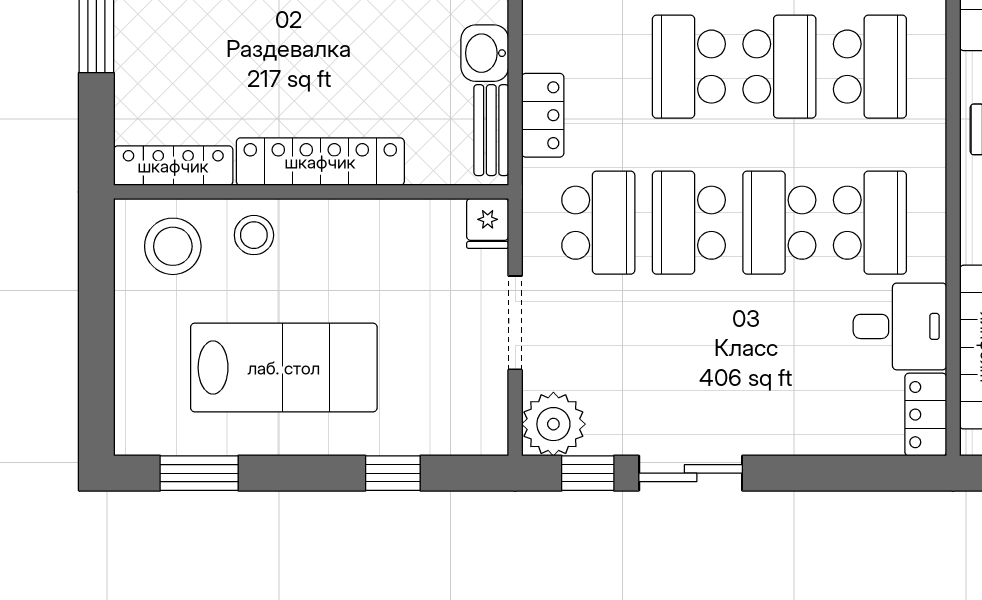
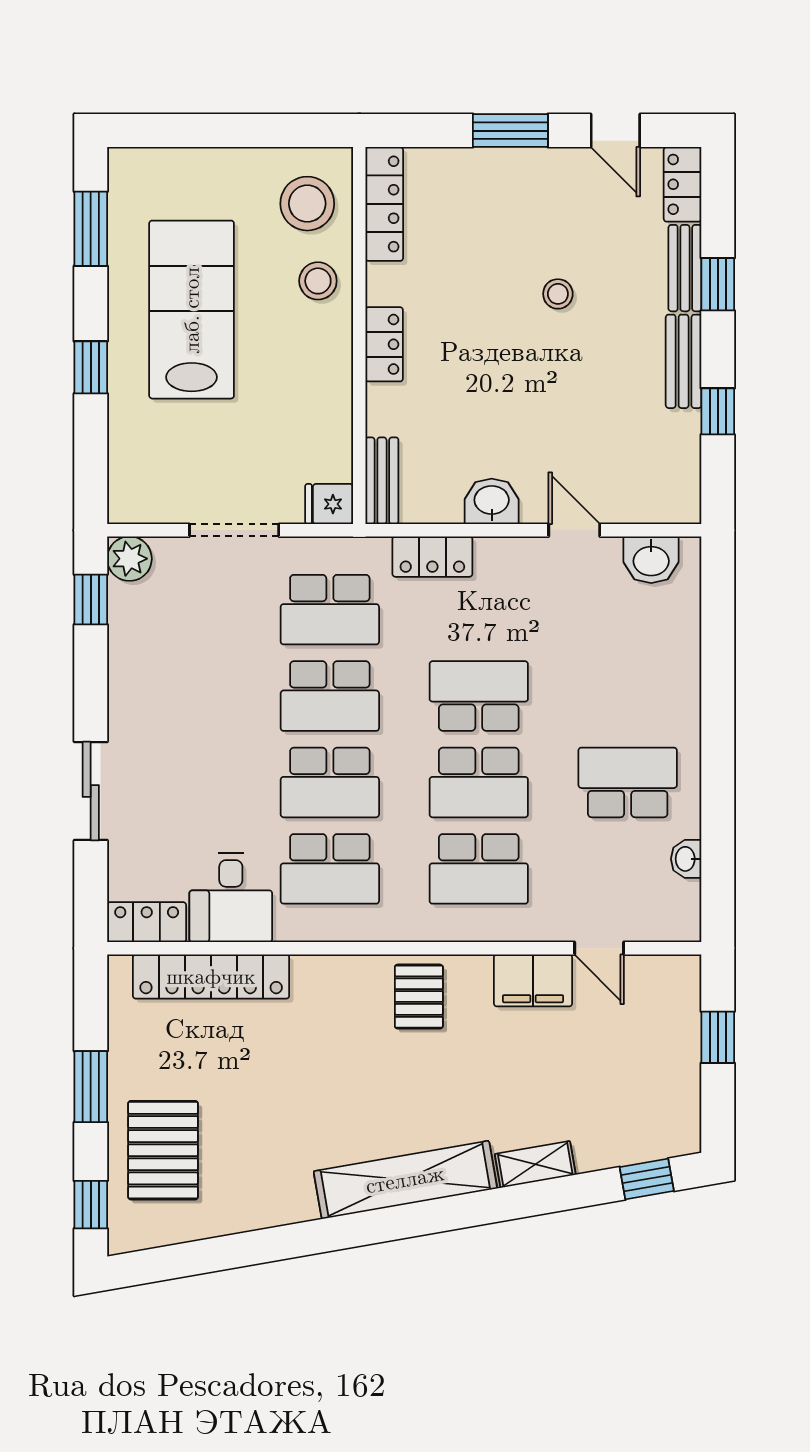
bench: (491, 130) -> (382, 481), moved, turned 90
locker: (320, 162) -> (384, 344), width x0.46, depth x0.83
school desk: (689, 223) -> (330, 696), turned 180
school desk: (779, 223) -> (330, 782), turned 180
lab bench: (284, 368) -> (192, 310), turned 180
plant: (553, 424) -> (129, 559), width x0.73, depth x0.73
window: (393, 473) -> (91, 367), moved
sliding door: (691, 473) -> (91, 791), moved

